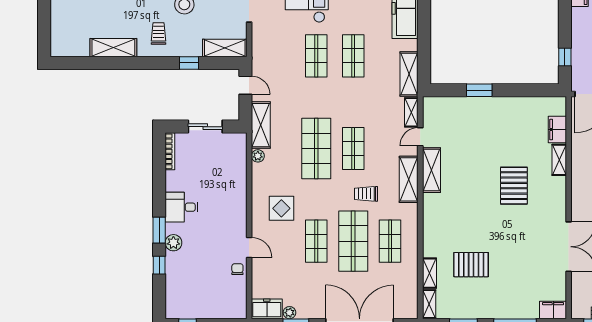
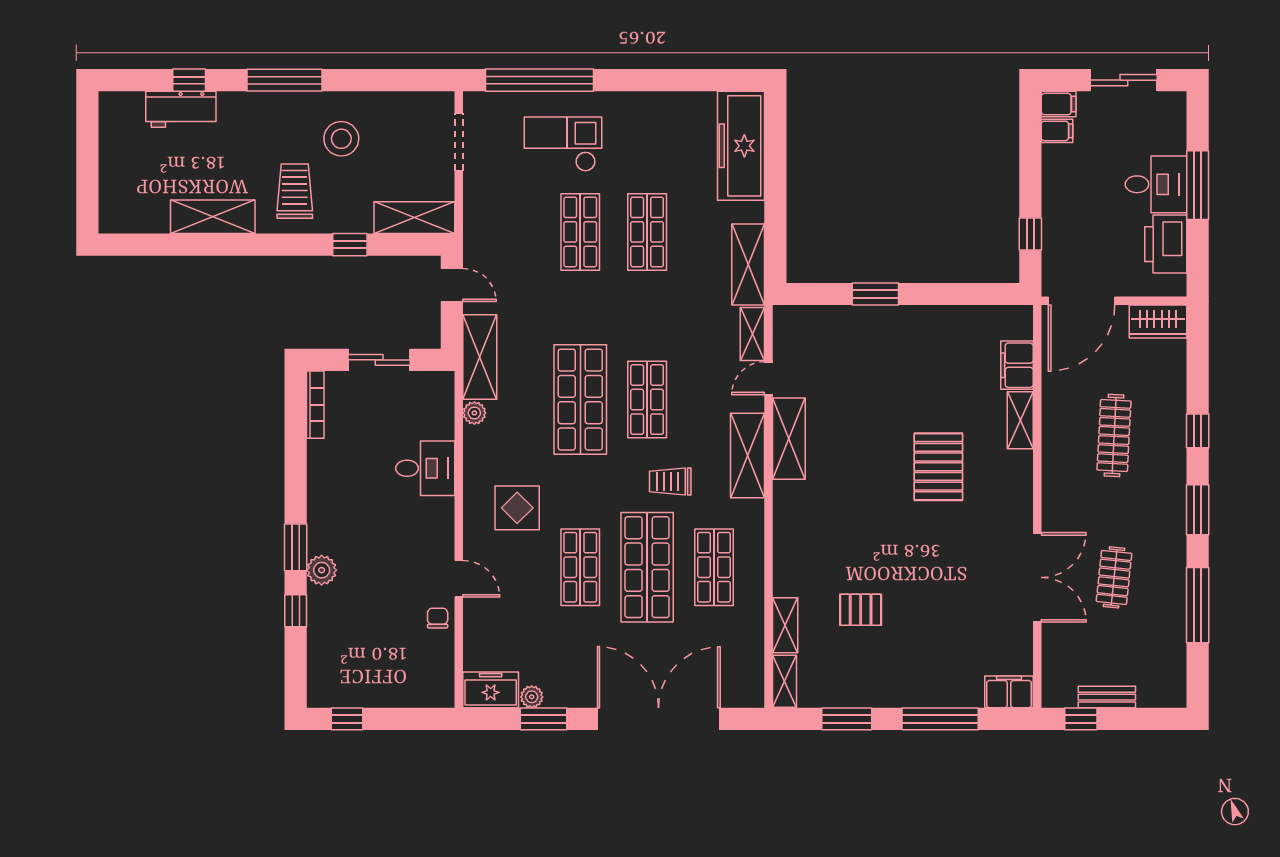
trolley: (159, 33) -> (295, 191), width x1.36, depth x1.39
desk: (181, 207) -> (425, 468), moved, turned 180
pallet: (471, 265) -> (861, 610), width x0.67, depth x0.71

